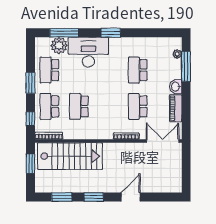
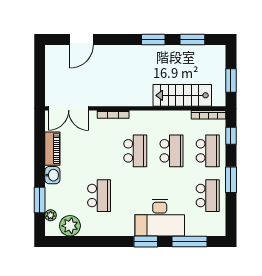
window: (111, 33) -> (146, 241), moved
plant: (59, 45) -> (70, 226), moved
window: (186, 66) -> (40, 200), width x0.69
school desk: (138, 106) -> (135, 151), moved
stairs: (70, 156) -> (182, 95), width x0.73, depth x0.66
door: (131, 197) -> (81, 39), moved

